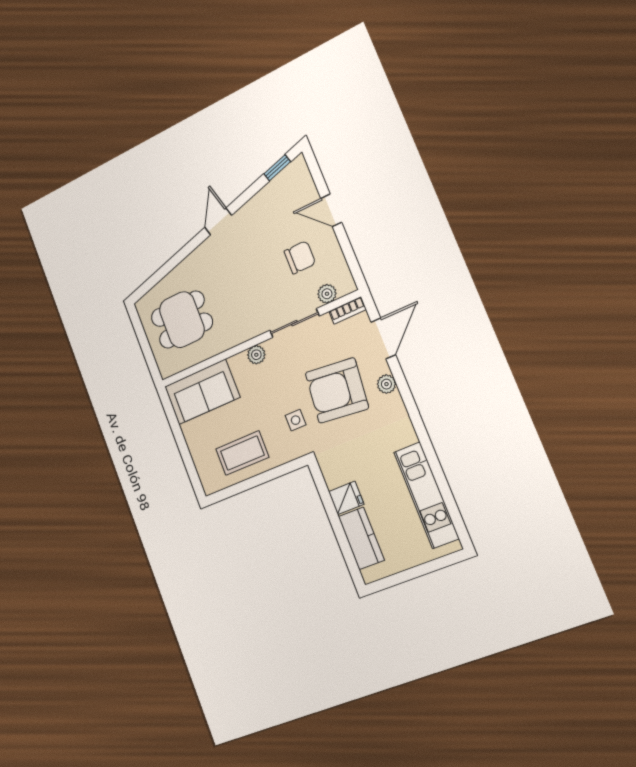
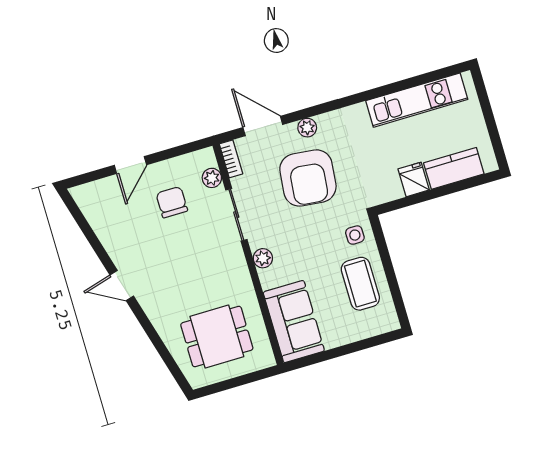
window: (277, 168) -> (78, 217), removed
dining table: (182, 320) -> (217, 336), turned 90
side table: (296, 420) -> (355, 235), moved

